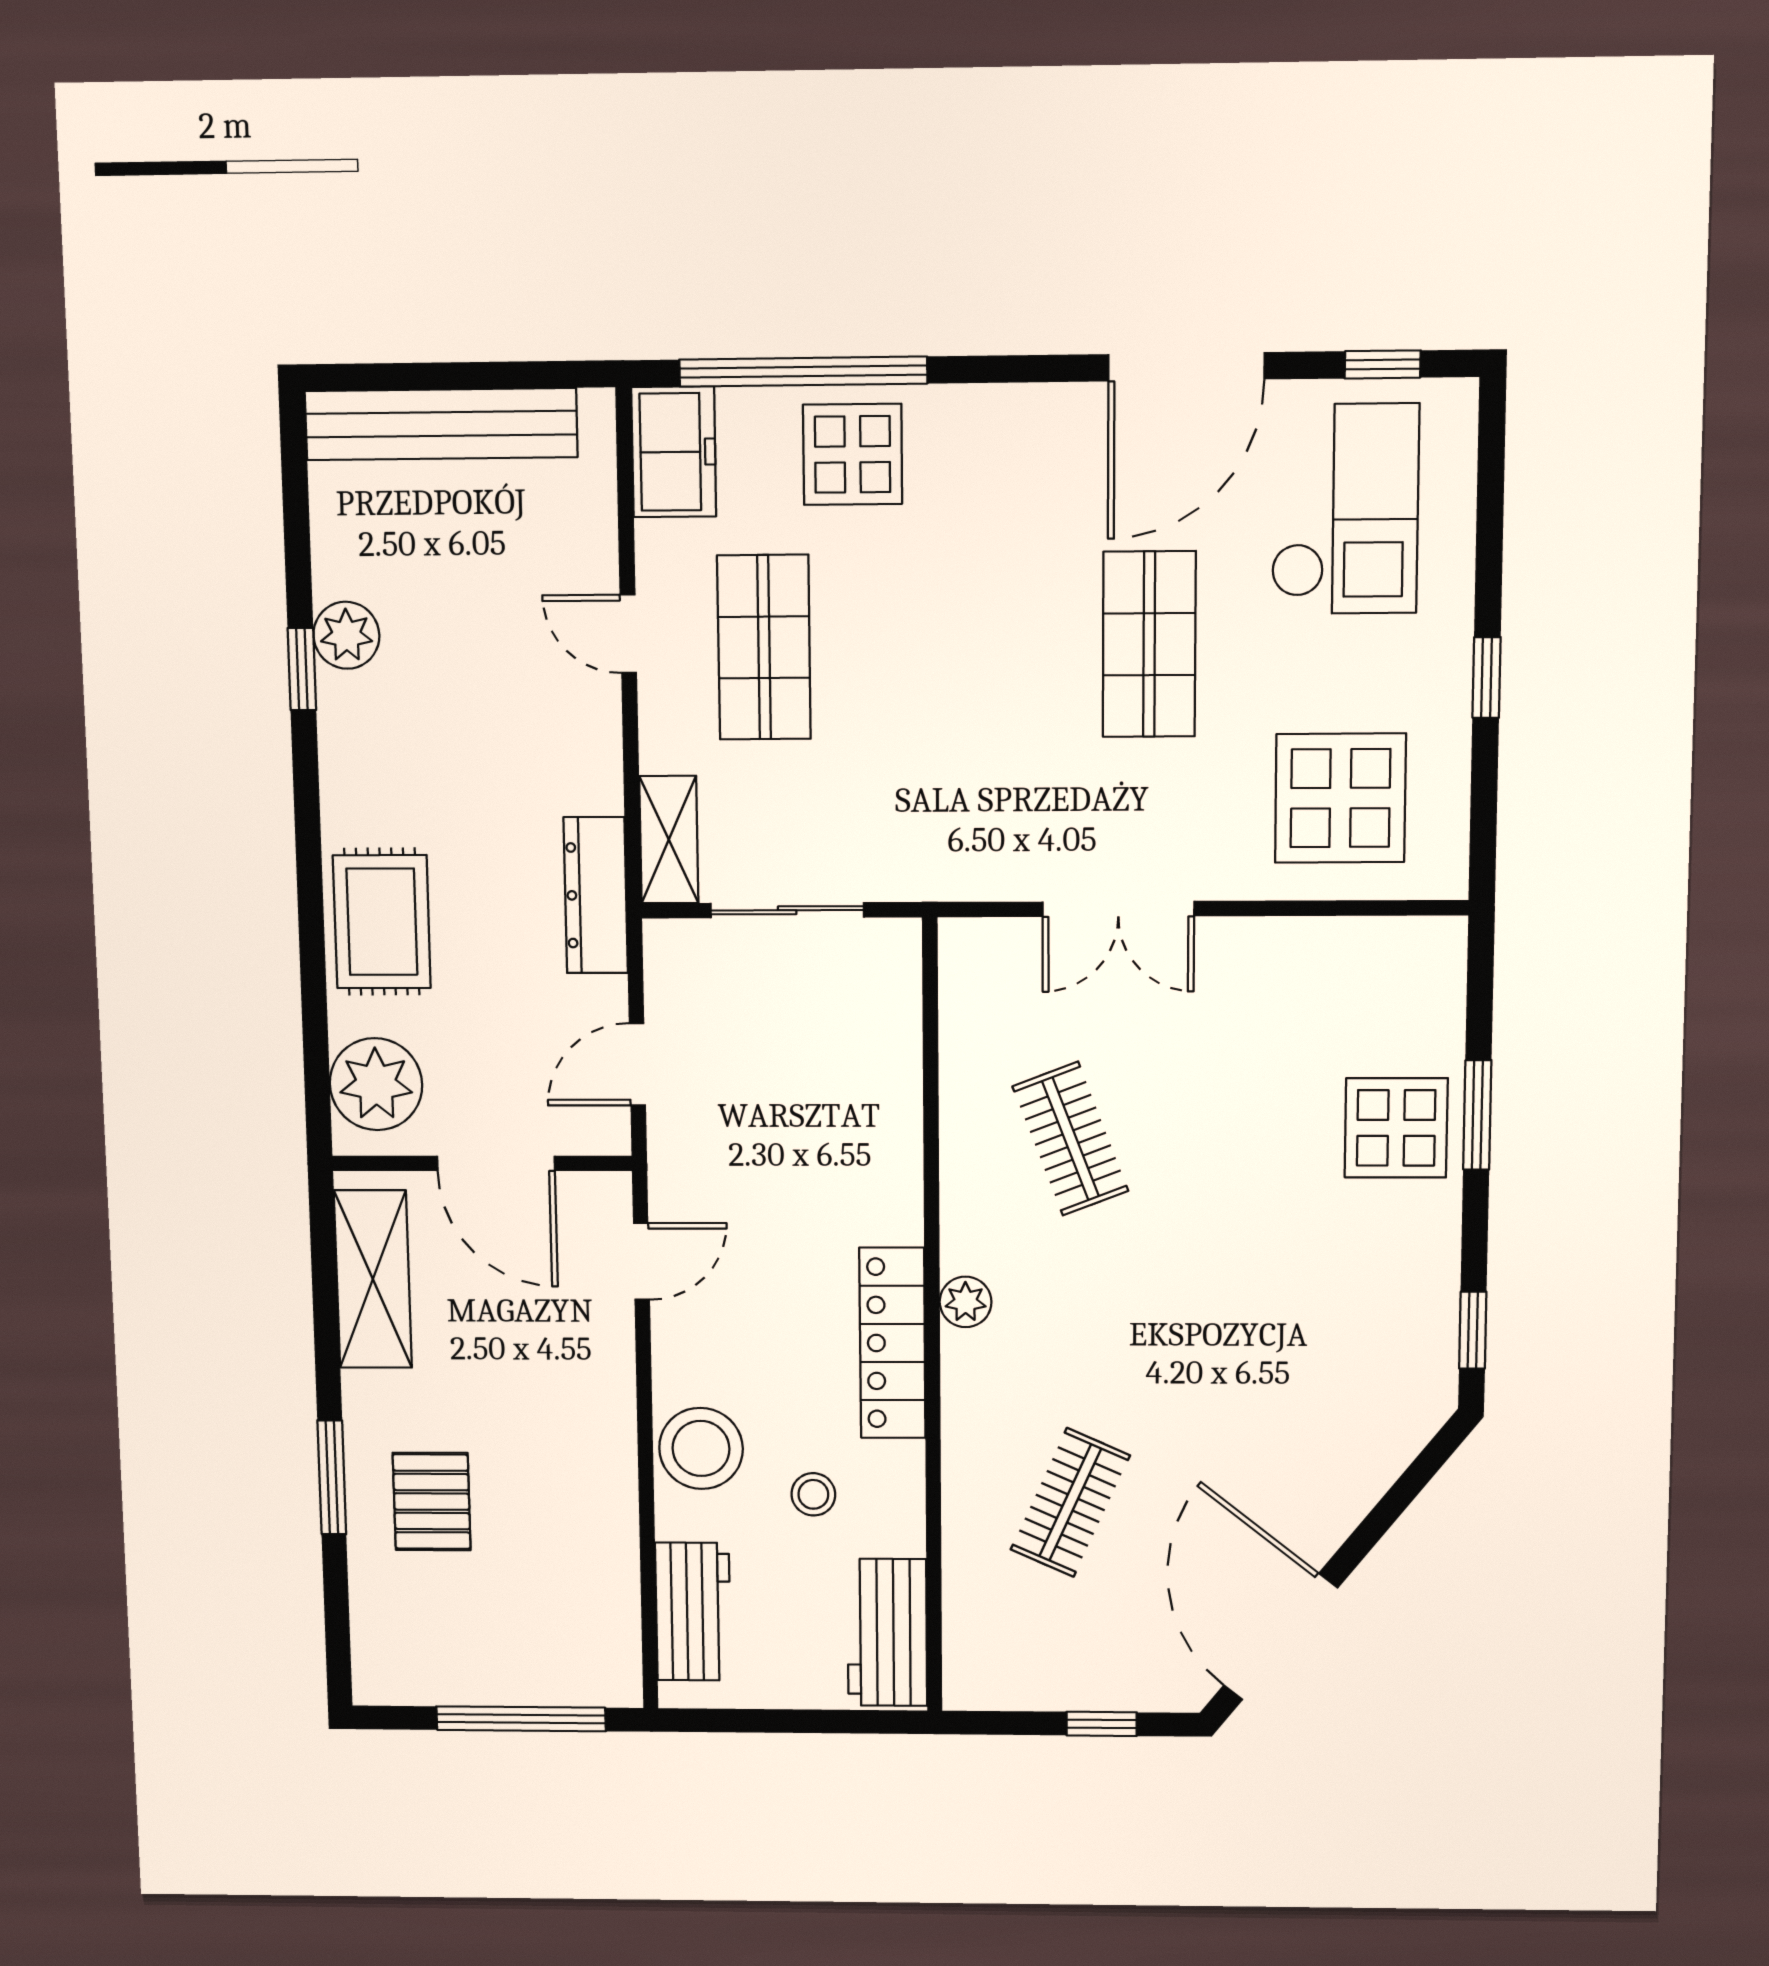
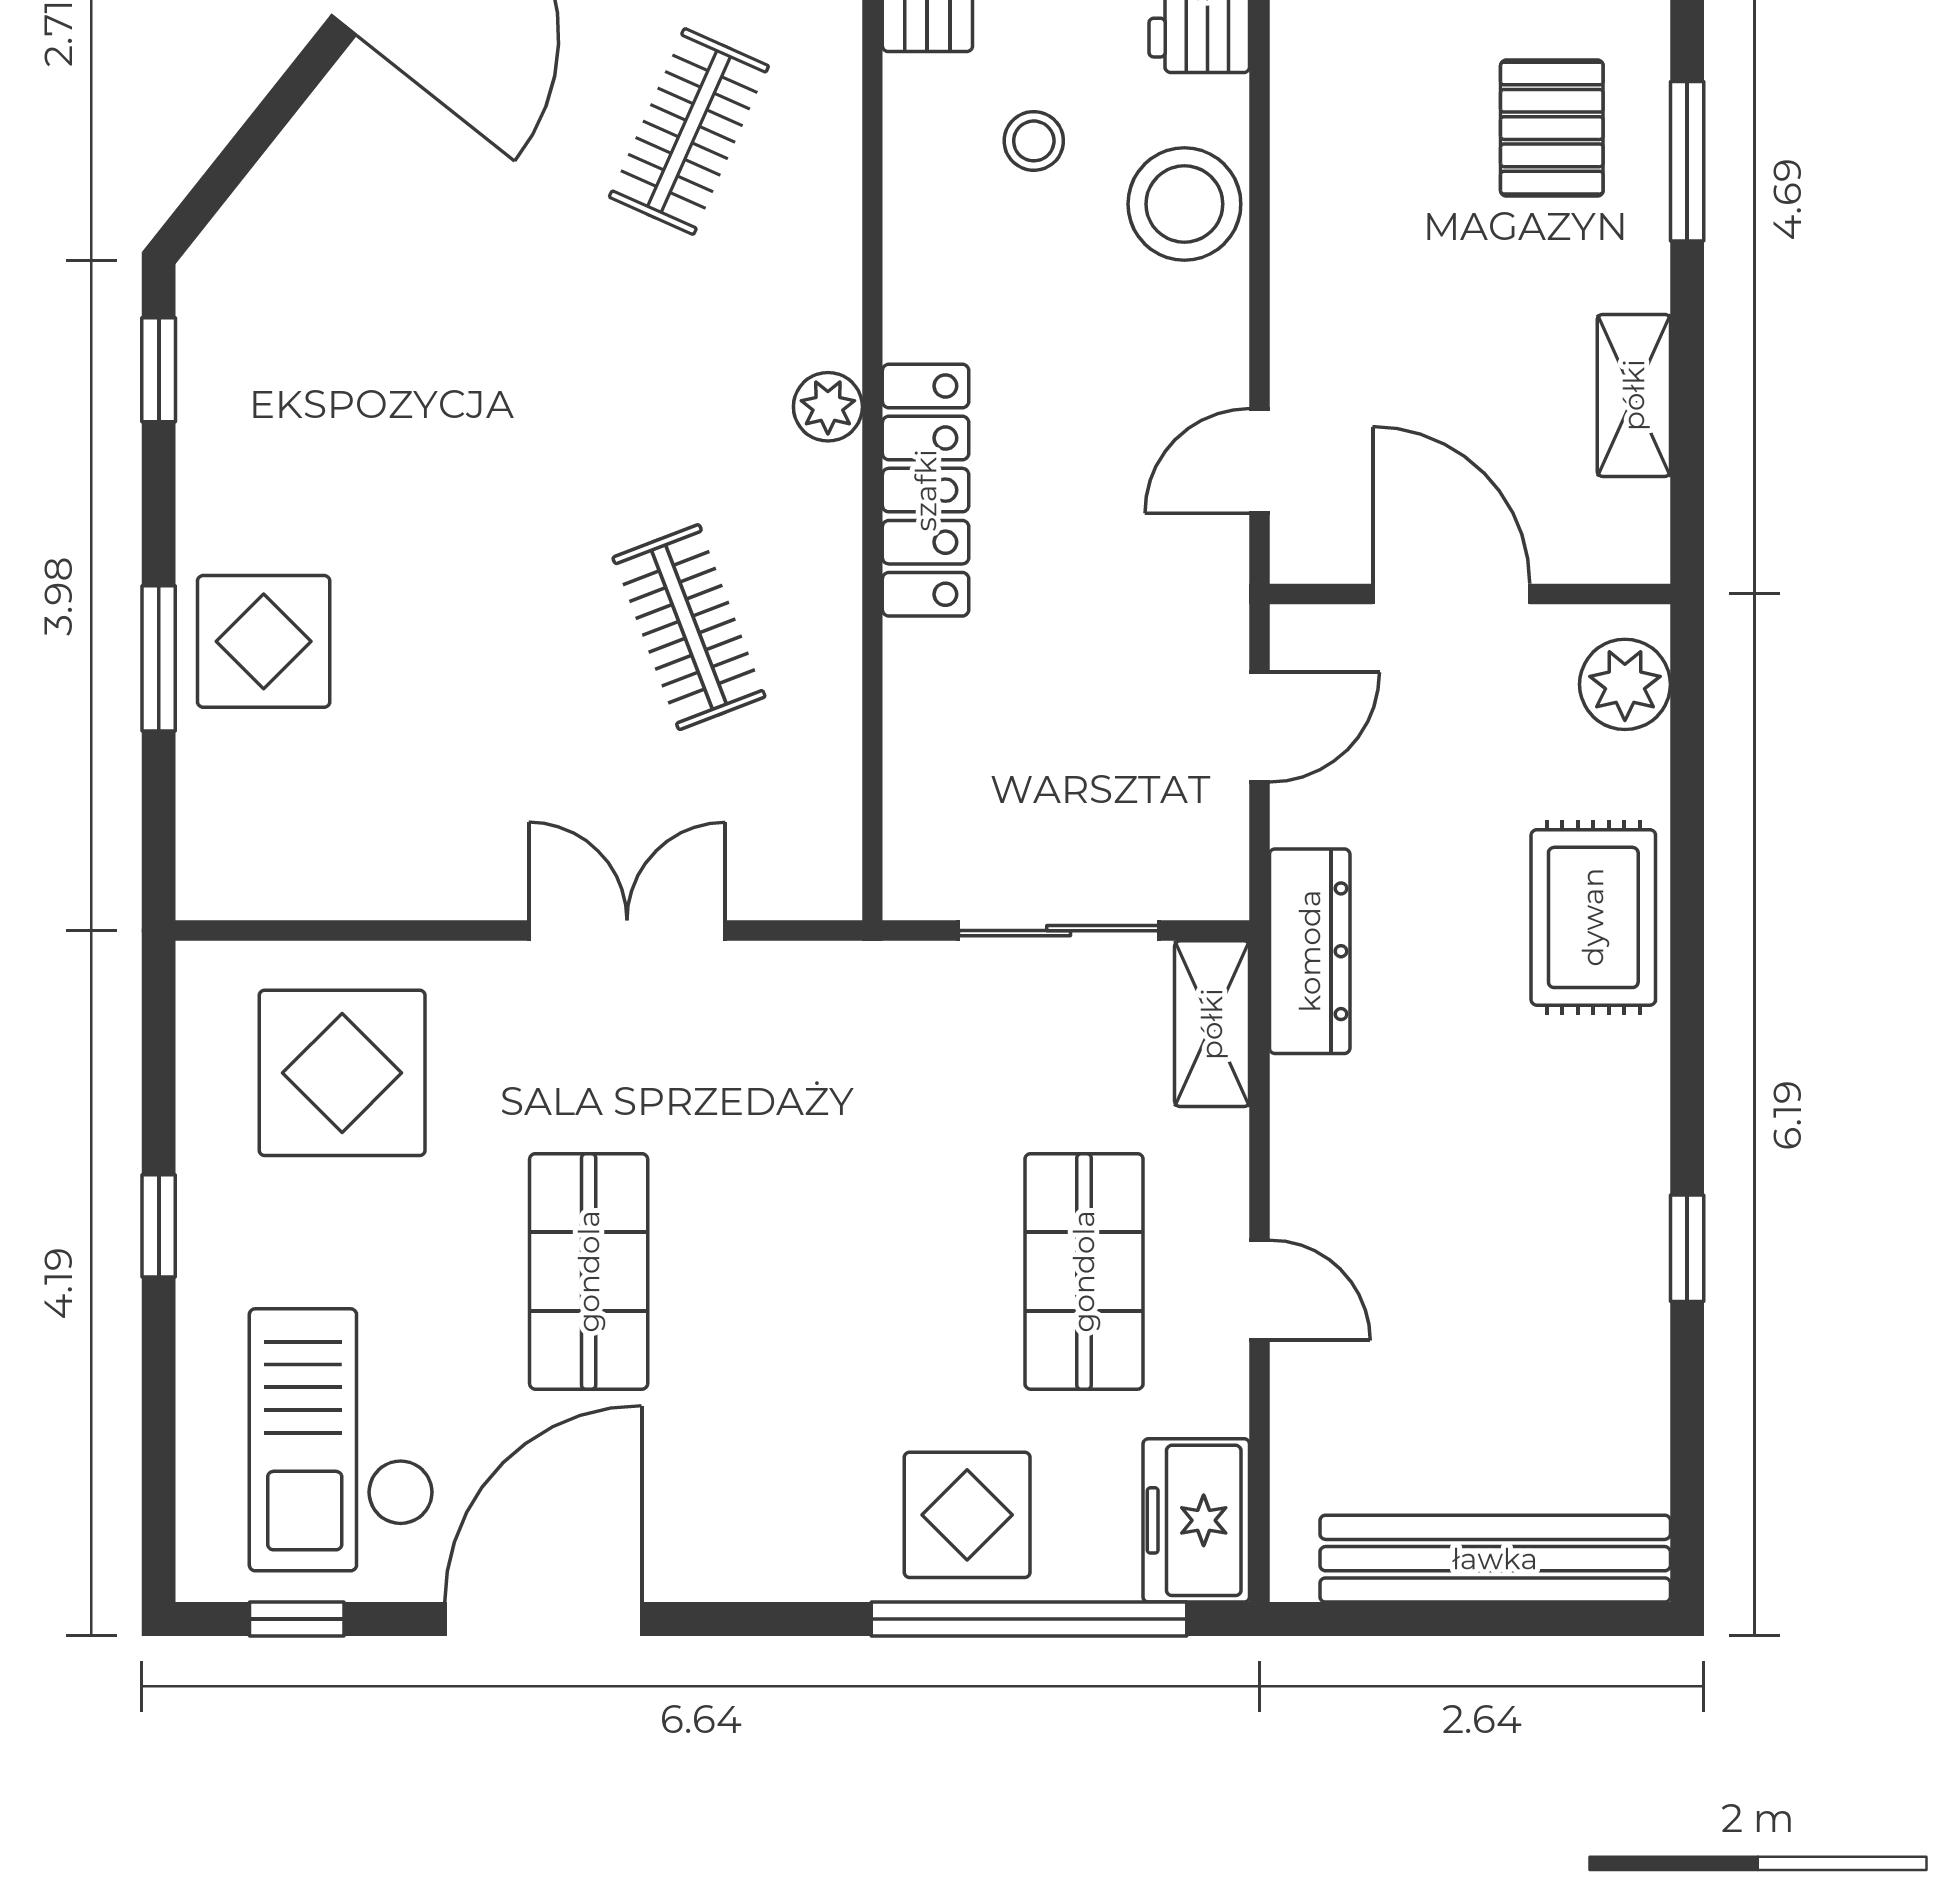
plant: (346, 635) -> (1627, 1291), removed
plant: (376, 1084) -> (1625, 684), width x0.73, depth x0.73
shelving: (373, 1279) -> (1634, 395), width x0.67, depth x0.75
locker: (892, 1343) -> (926, 490), moved

